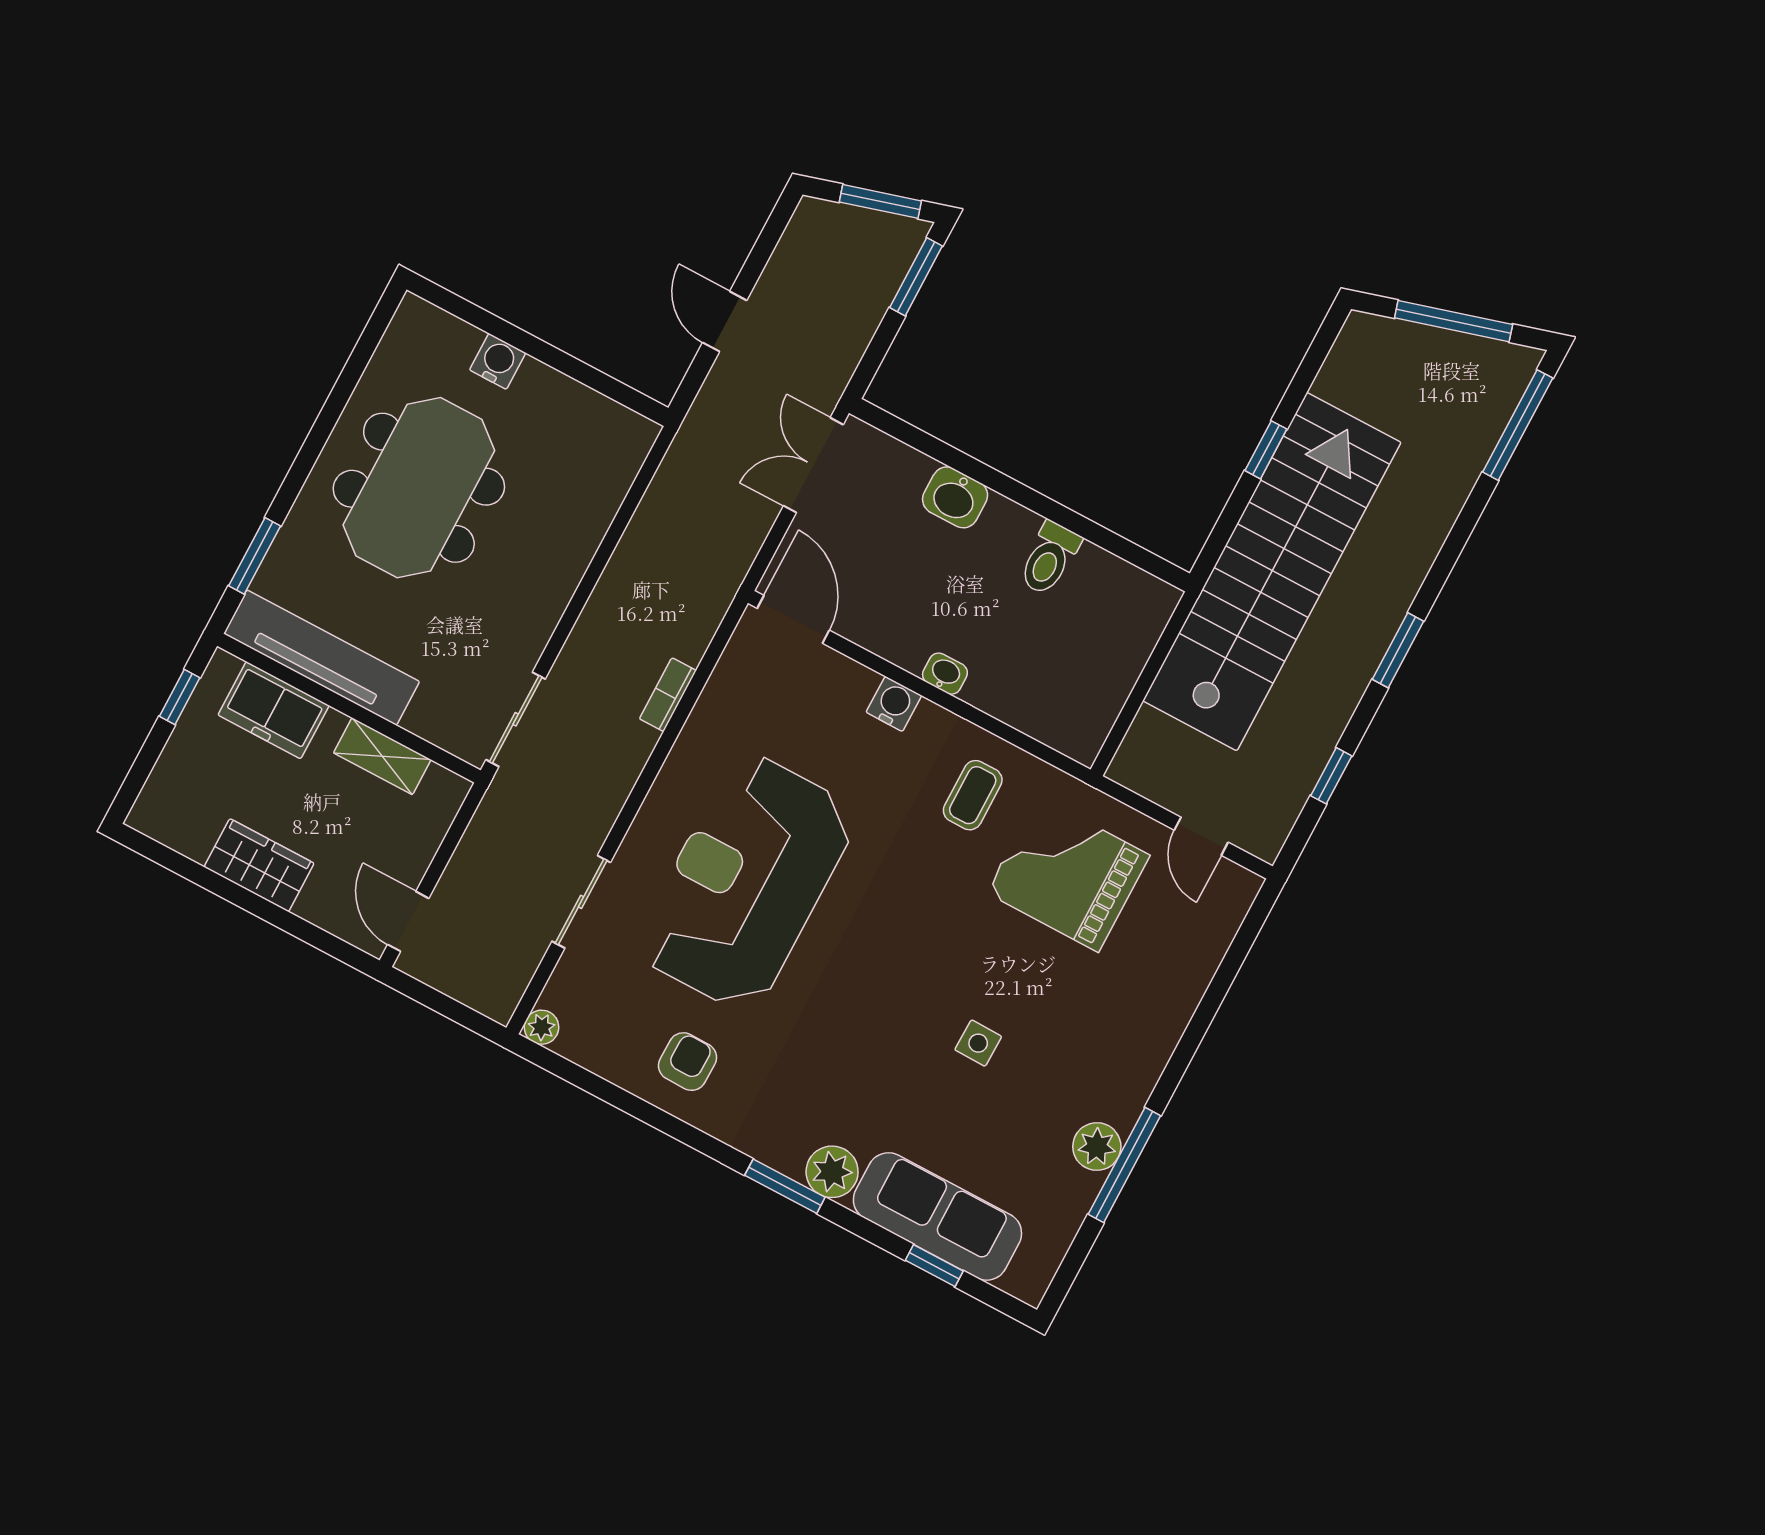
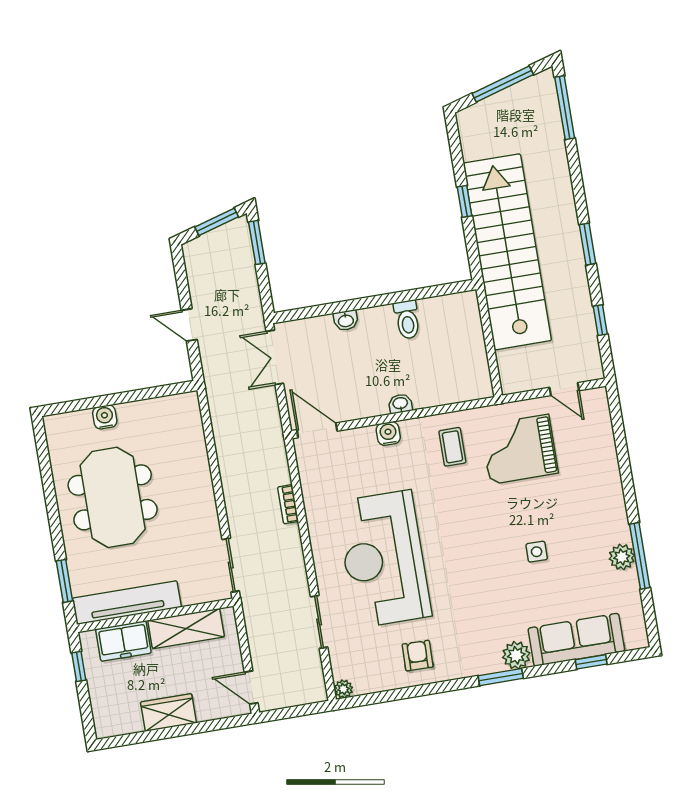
washbasin: (955, 497) -> (346, 320), width x0.72, depth x0.69
shelving: (382, 756) -> (186, 629), width x1.50, depth x1.33

